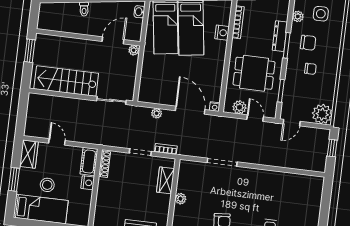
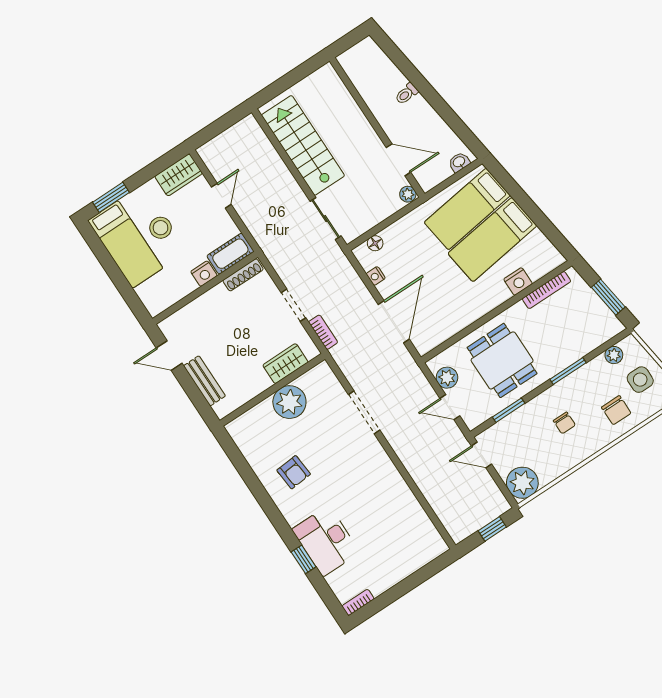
dresser: (280, 36) -> (572, 354), removed
chair: (308, 43) -> (616, 410), moved
window: (30, 51) -> (302, 71), removed
floor lamp: (144, 87) -> (375, 243), added
nightstand: (215, 107) -> (376, 276), moved
plant: (157, 113) -> (356, 285), removed
door: (255, 118) -> (450, 407), swing flipped
window: (14, 179) -> (111, 197), moved
plant: (180, 199) -> (289, 402), width x1.88, depth x1.88

